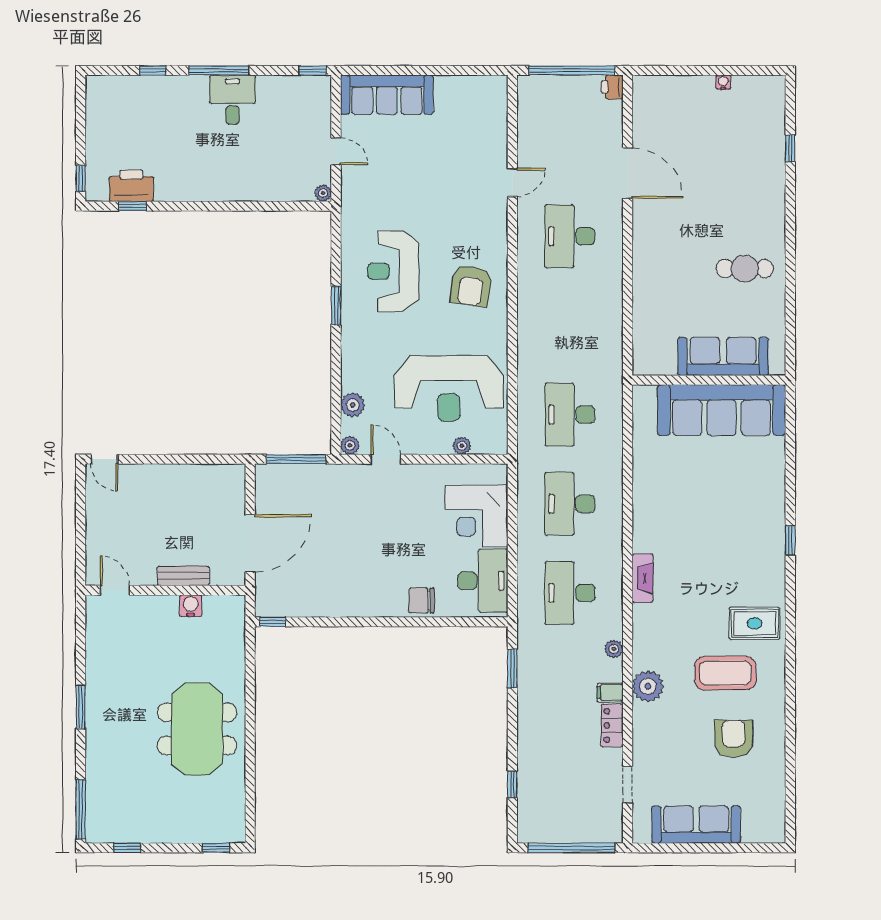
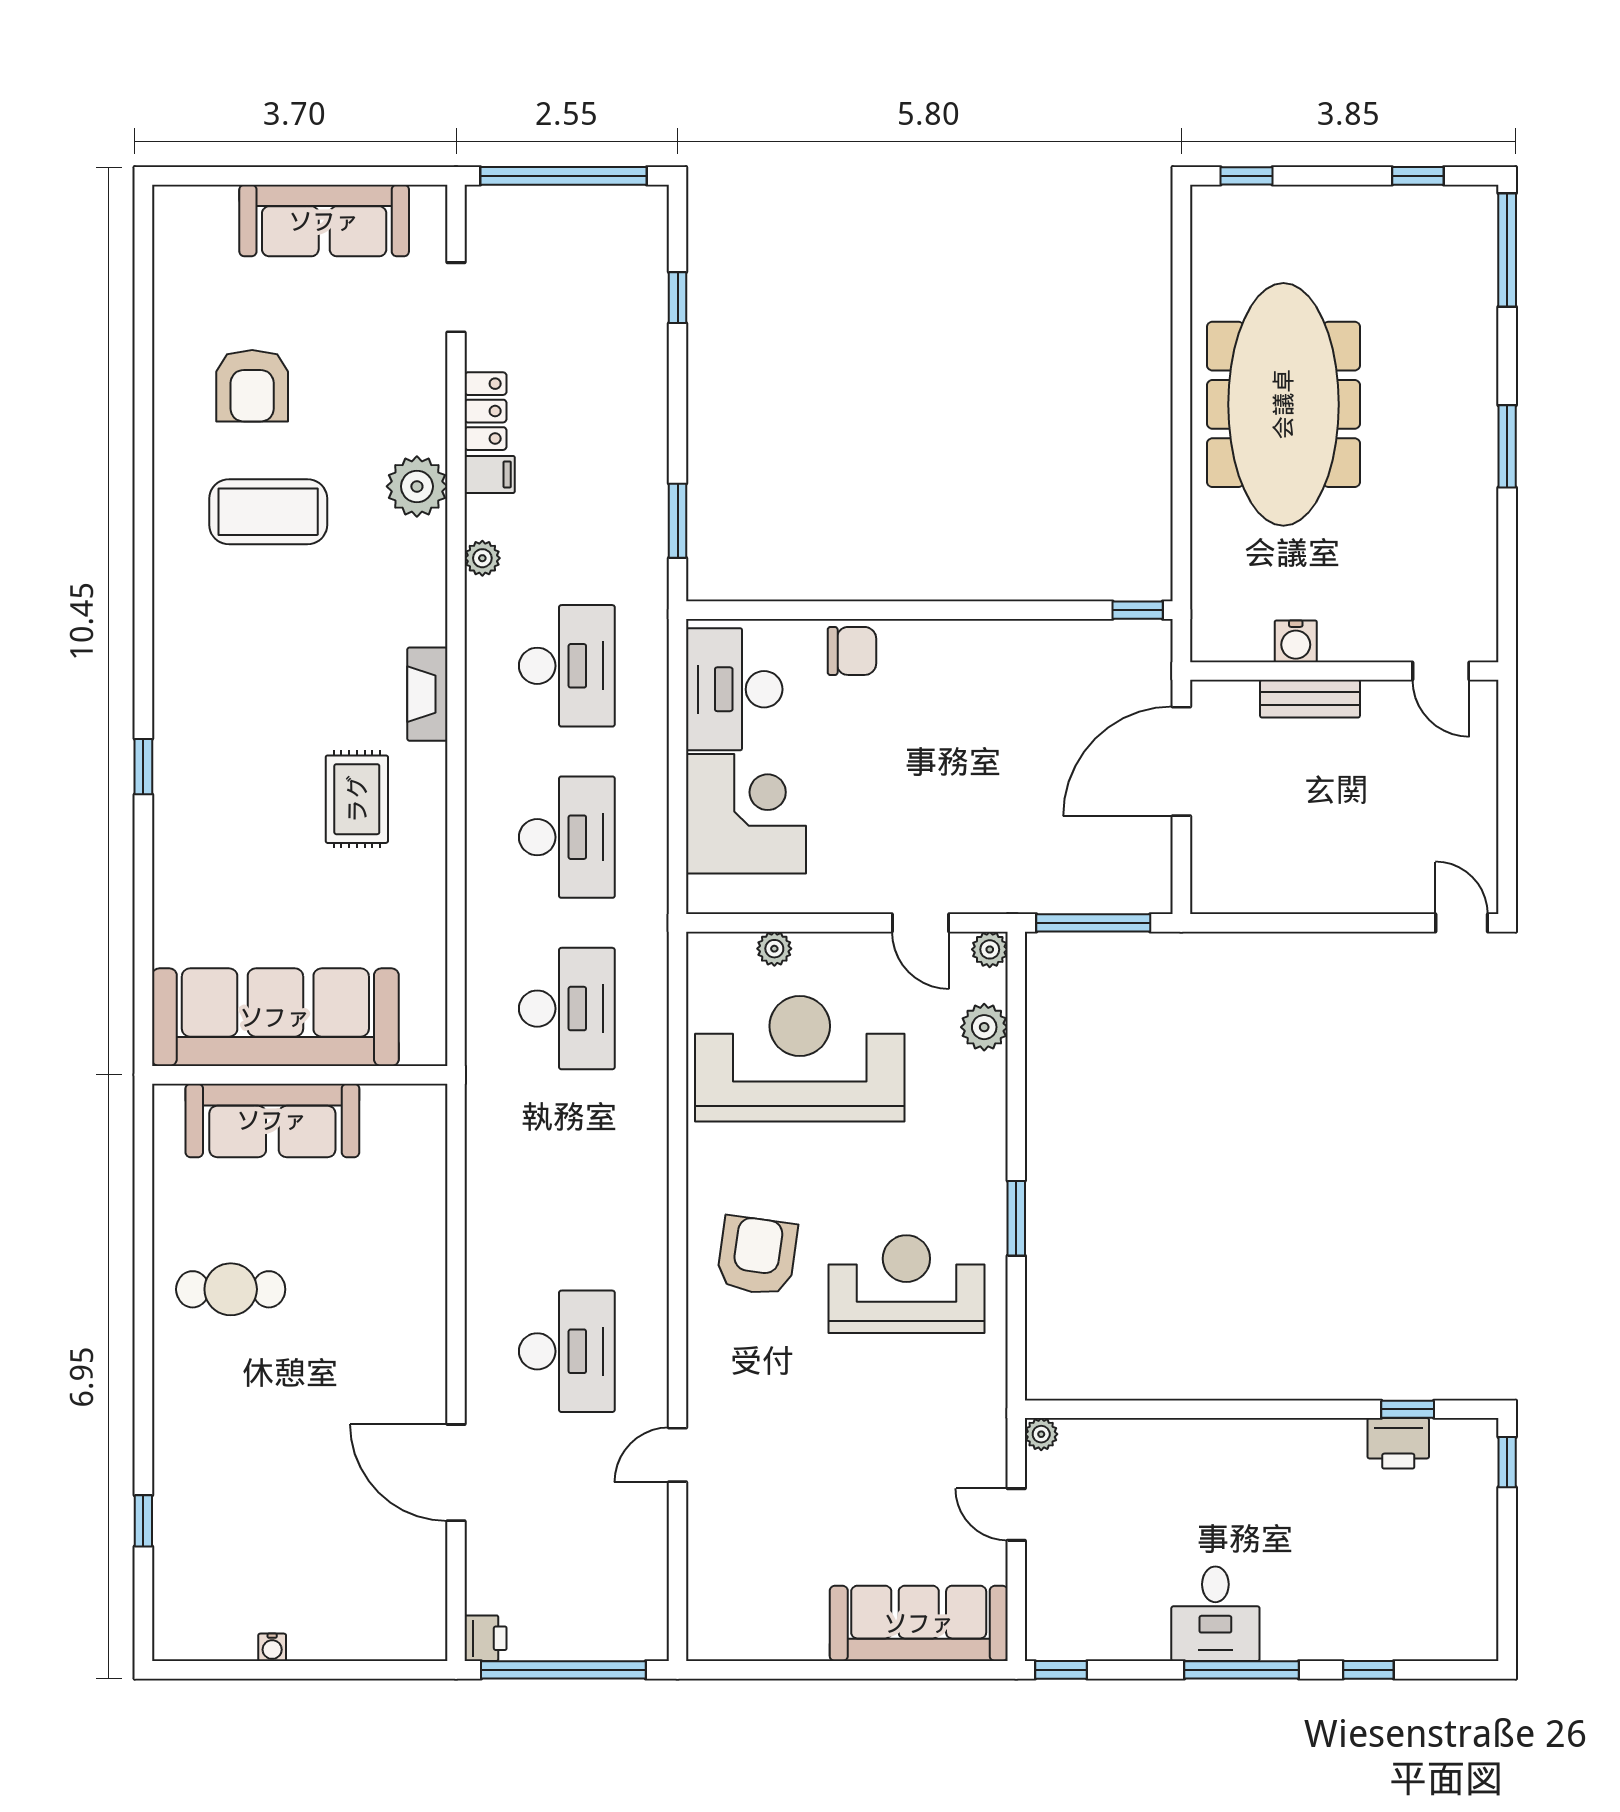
printer: (131, 186) -> (1398, 1443), width x0.73, depth x0.84
reception desk: (393, 271) -> (906, 1284), turned -90
rug: (755, 623) -> (357, 799), moved, turned 90
meeting table: (197, 729) -> (1283, 404), width x1.36

